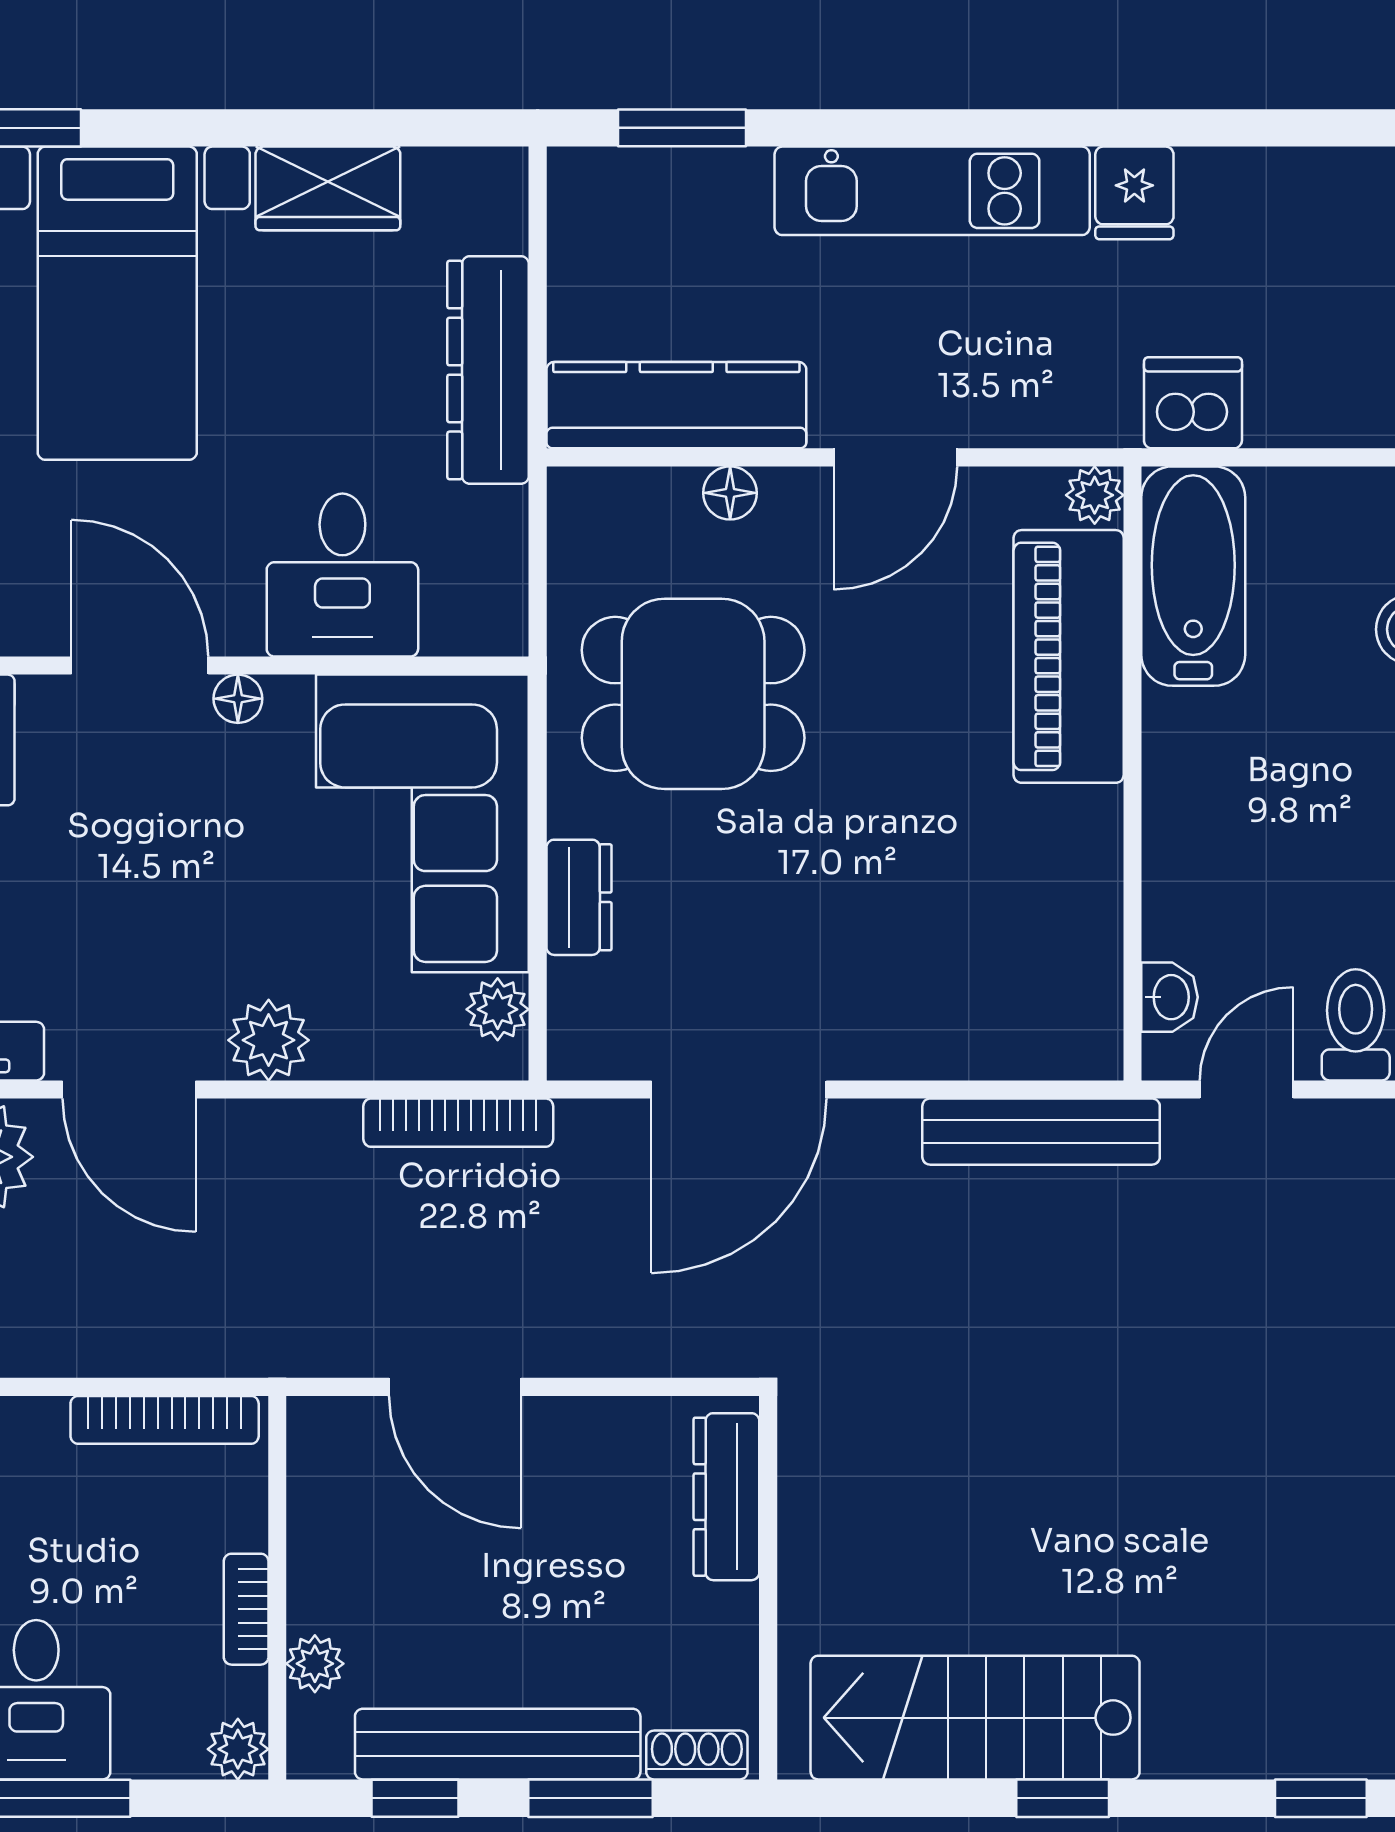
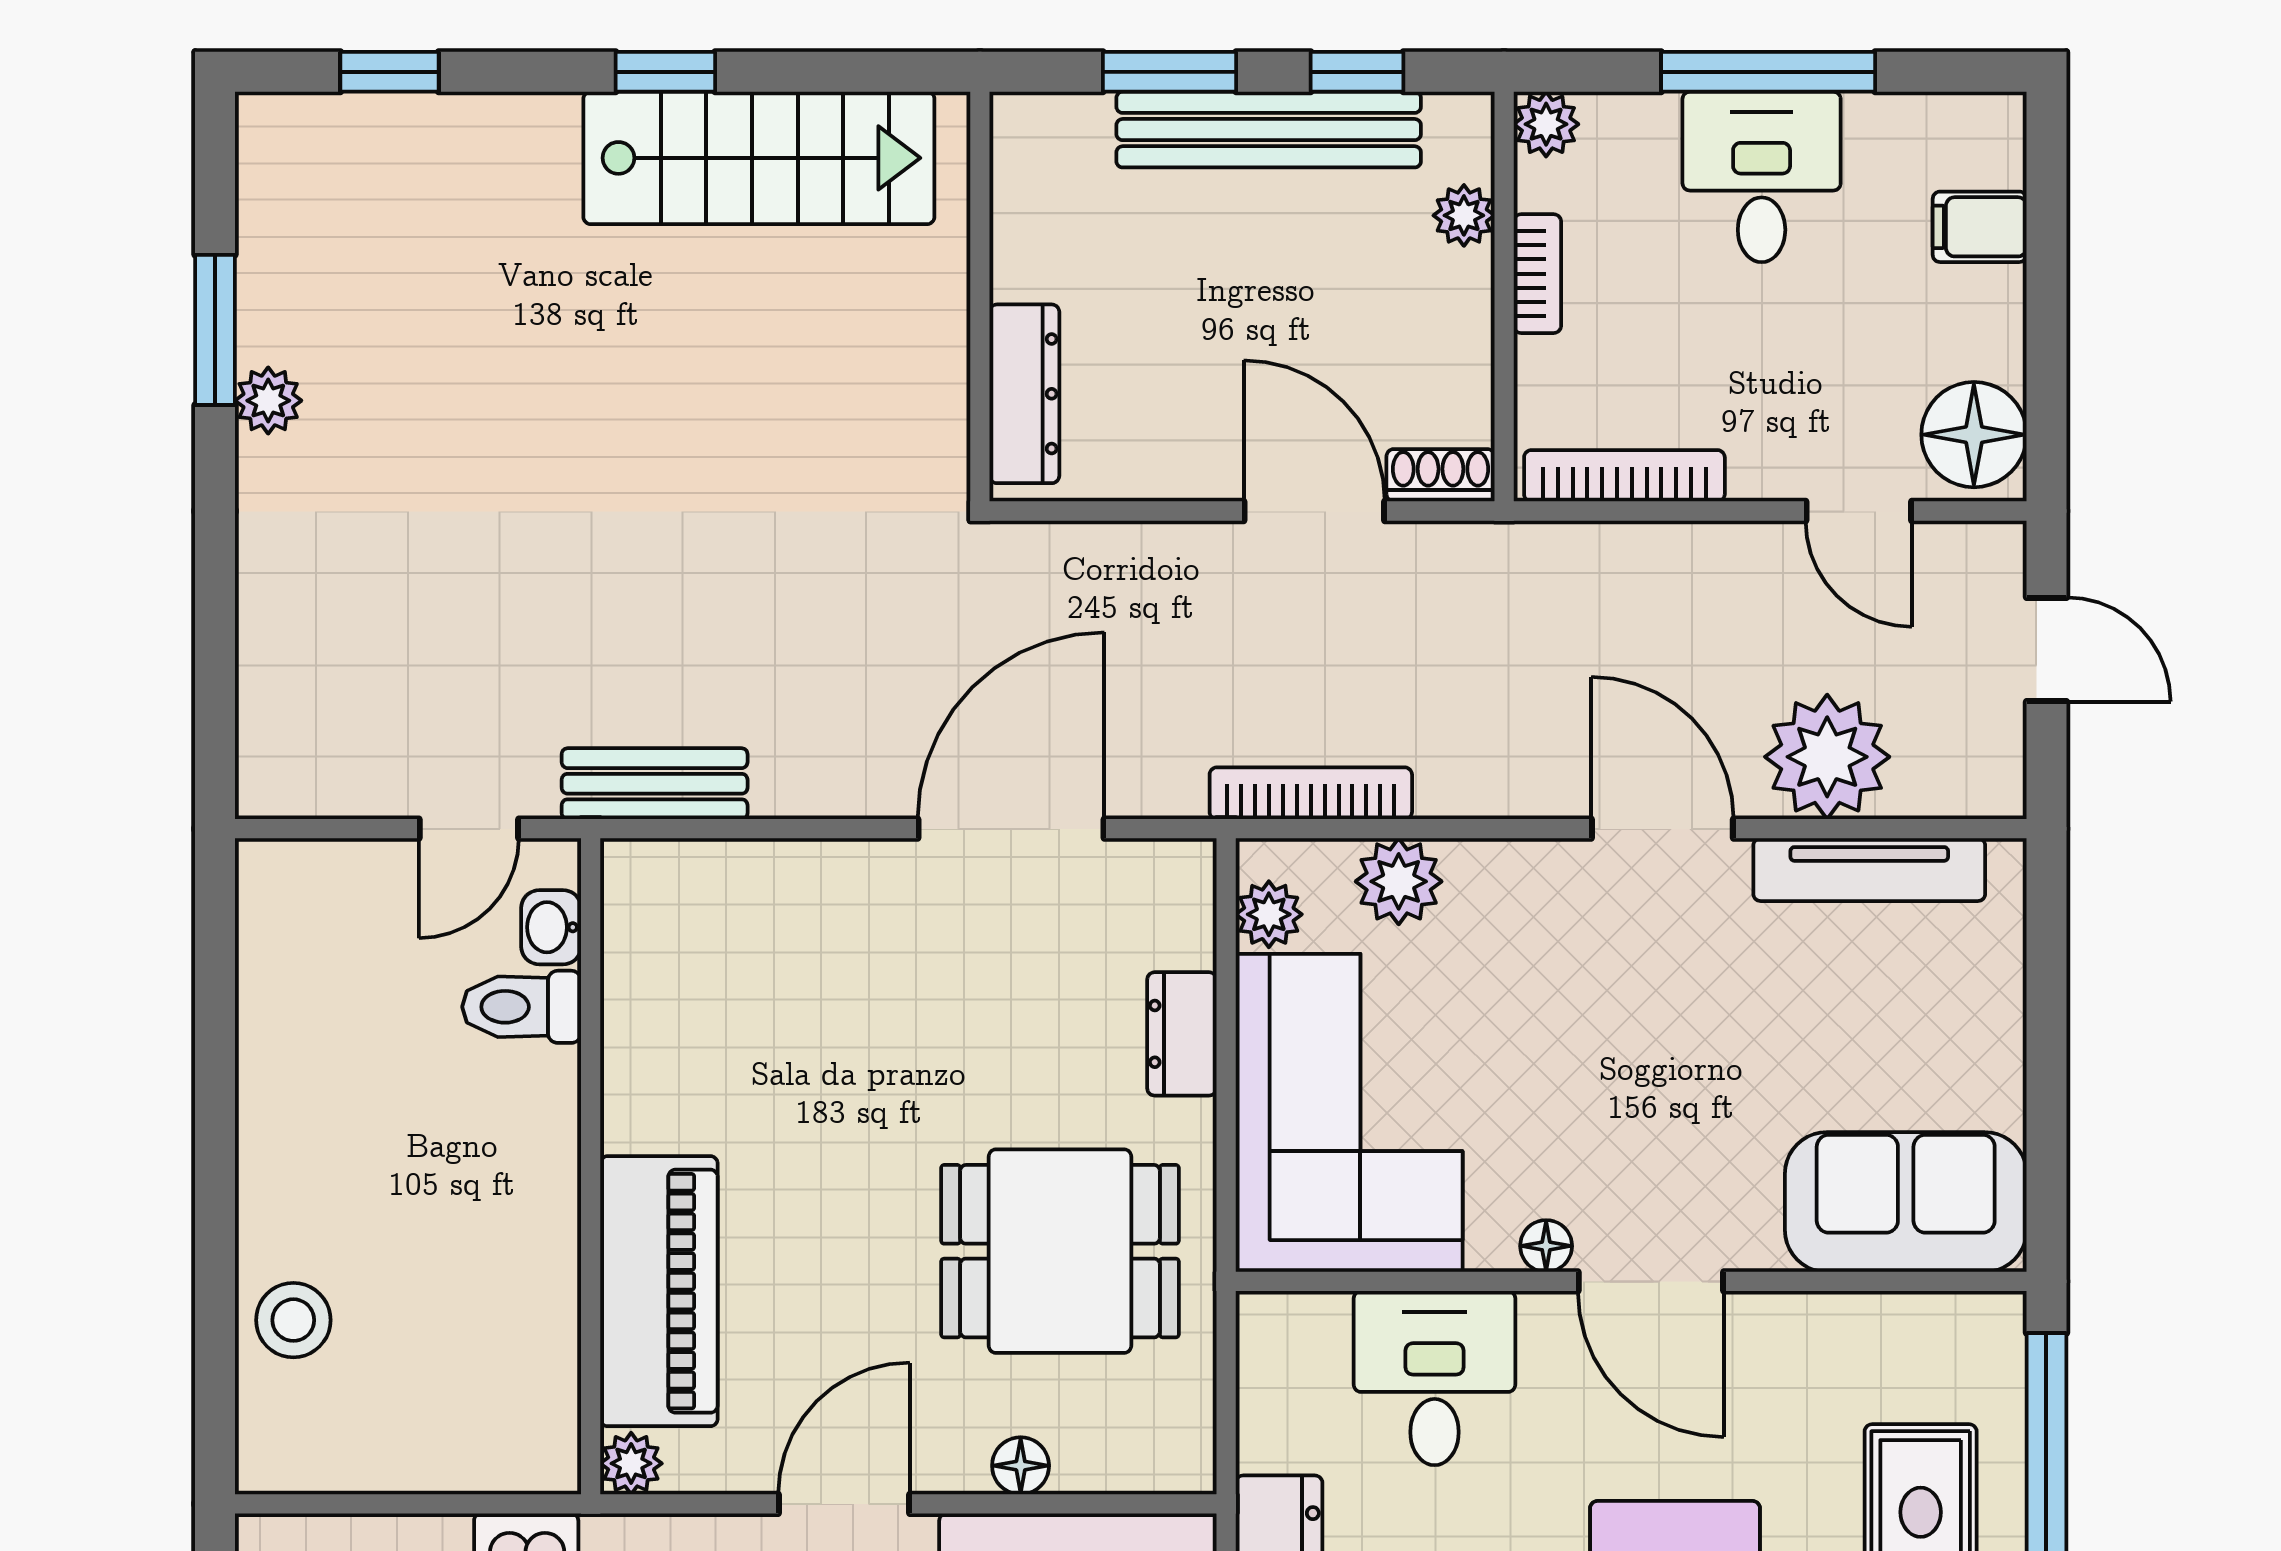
bathtub: (1193, 576) -> (526, 1377), removed
toilet: (1356, 1025) -> (522, 1007), moved, turned 90
plant: (269, 1040) -> (1399, 881), moved
bench: (1041, 1132) -> (655, 784), width x0.73
shoe rack: (697, 1755) -> (1440, 475), moved, turned 180

